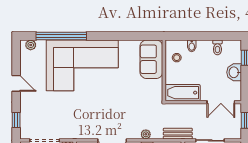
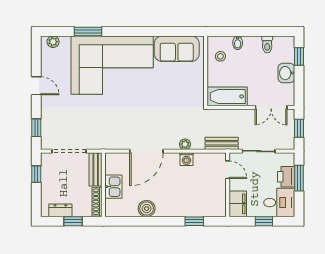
window: (61, 36) -> (88, 31), width x0.47
sofa: (151, 59) -> (177, 49), moved, turned -90

